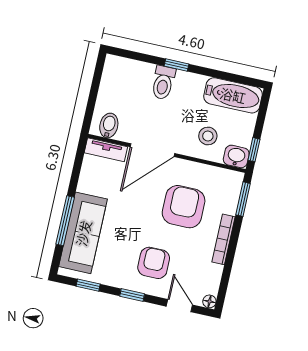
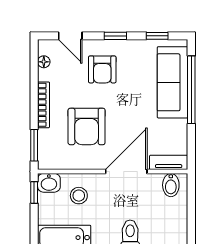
window: (65, 221) -> (191, 90), width x1.46
floor lamp: (209, 301) -> (44, 62), moved

